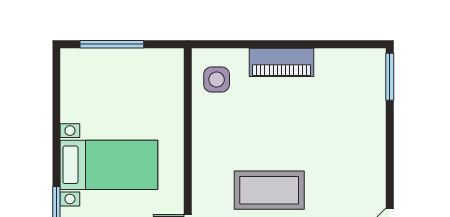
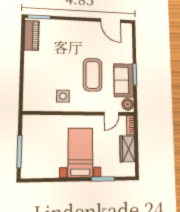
piano: (281, 62) -> (32, 35), moved
side table: (217, 79) -> (63, 96), moved

